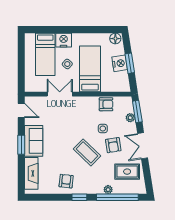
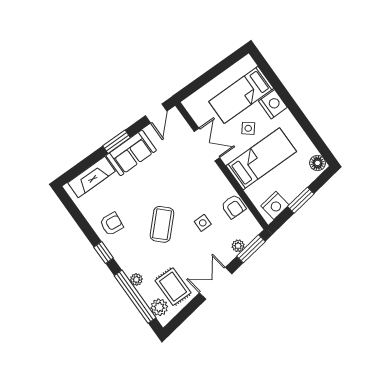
nightstand: (120, 63) -> (275, 205), moved
armchair: (113, 145) -> (192, 249), removed
plant: (133, 188) -> (159, 307), added

